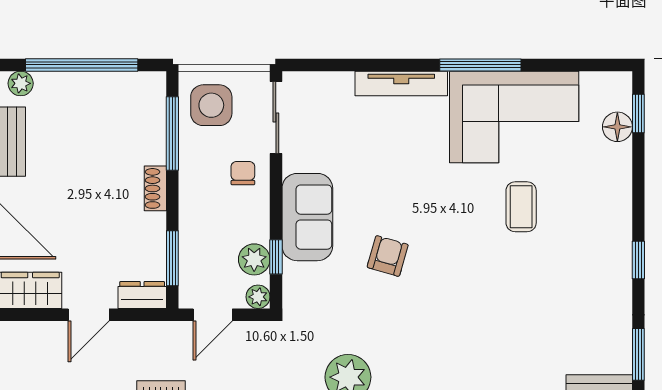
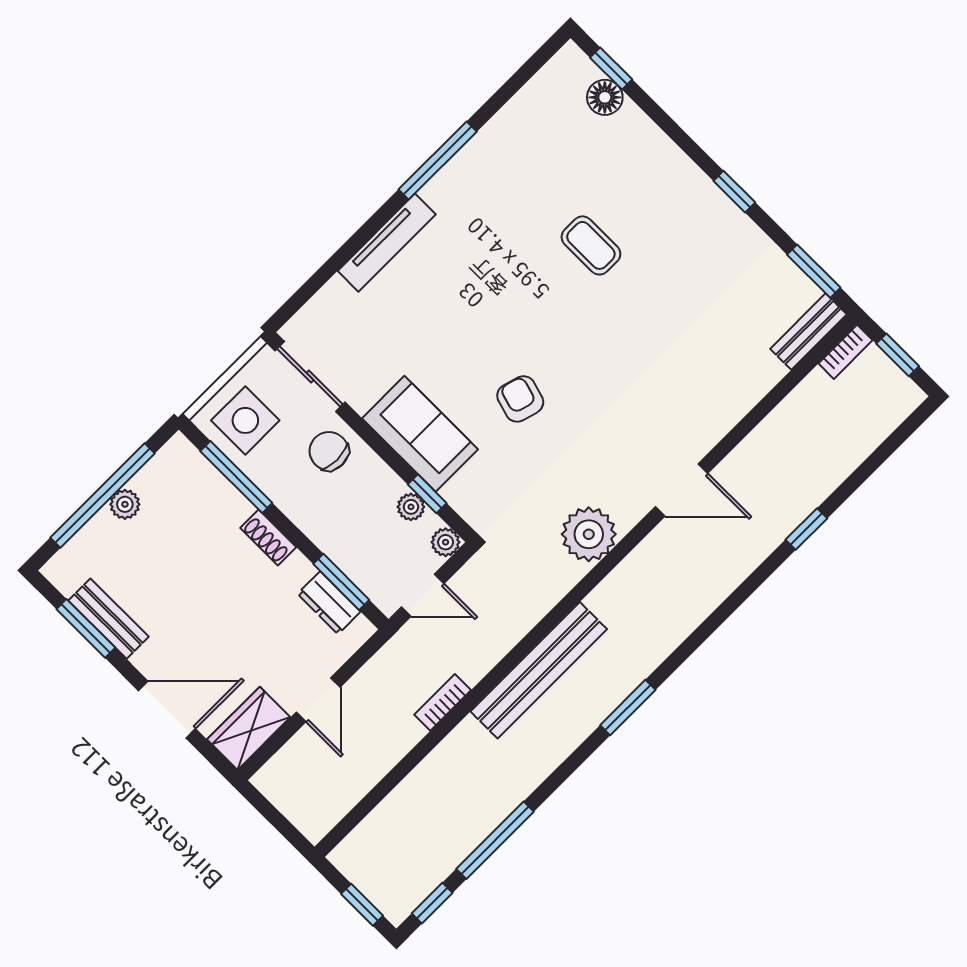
plant: (21, 83) -> (125, 504), moved
corner sofa: (514, 117) -> (510, 176), removed
chair: (243, 173) -> (329, 451), width x1.37, depth x1.37
plant: (254, 259) -> (411, 507), width x0.73, depth x0.73
dresser: (142, 295) -> (329, 603), moved, turned -90
door: (213, 315) -> (423, 595), hinge flipped

